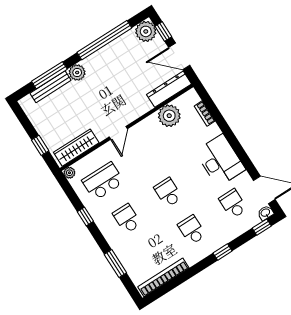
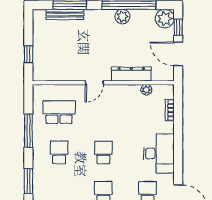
plant: (77, 72) -> (122, 17), moved
dresser: (169, 89) -> (131, 74), moved
plant: (169, 116) -> (146, 90), width x0.53, depth x0.53
wardrobe: (76, 148) -> (55, 73), removed
plant: (69, 173) -> (38, 89), removed
window: (85, 217) -> (28, 131), width x2.17

